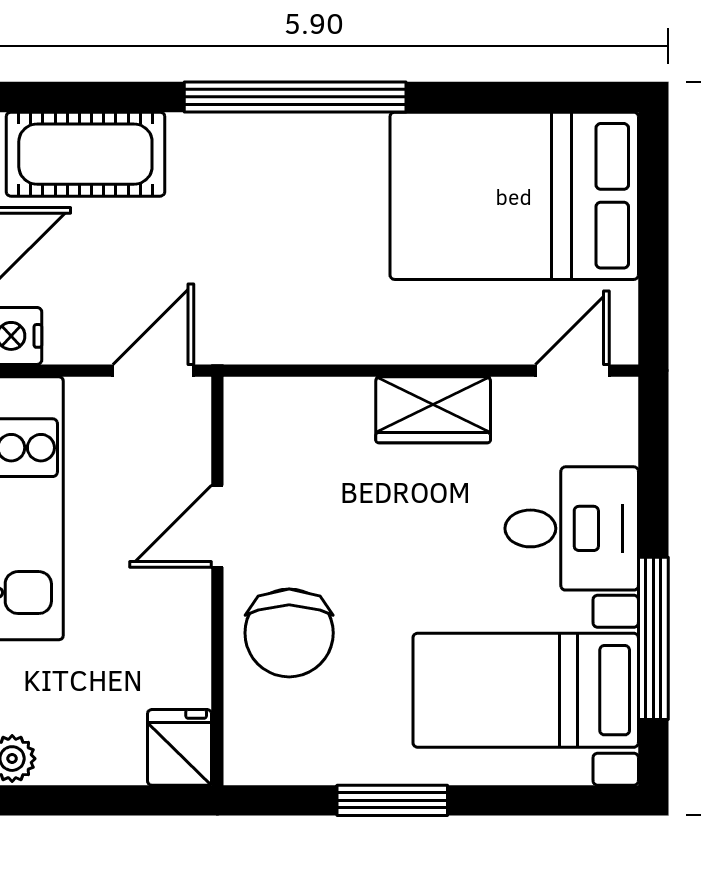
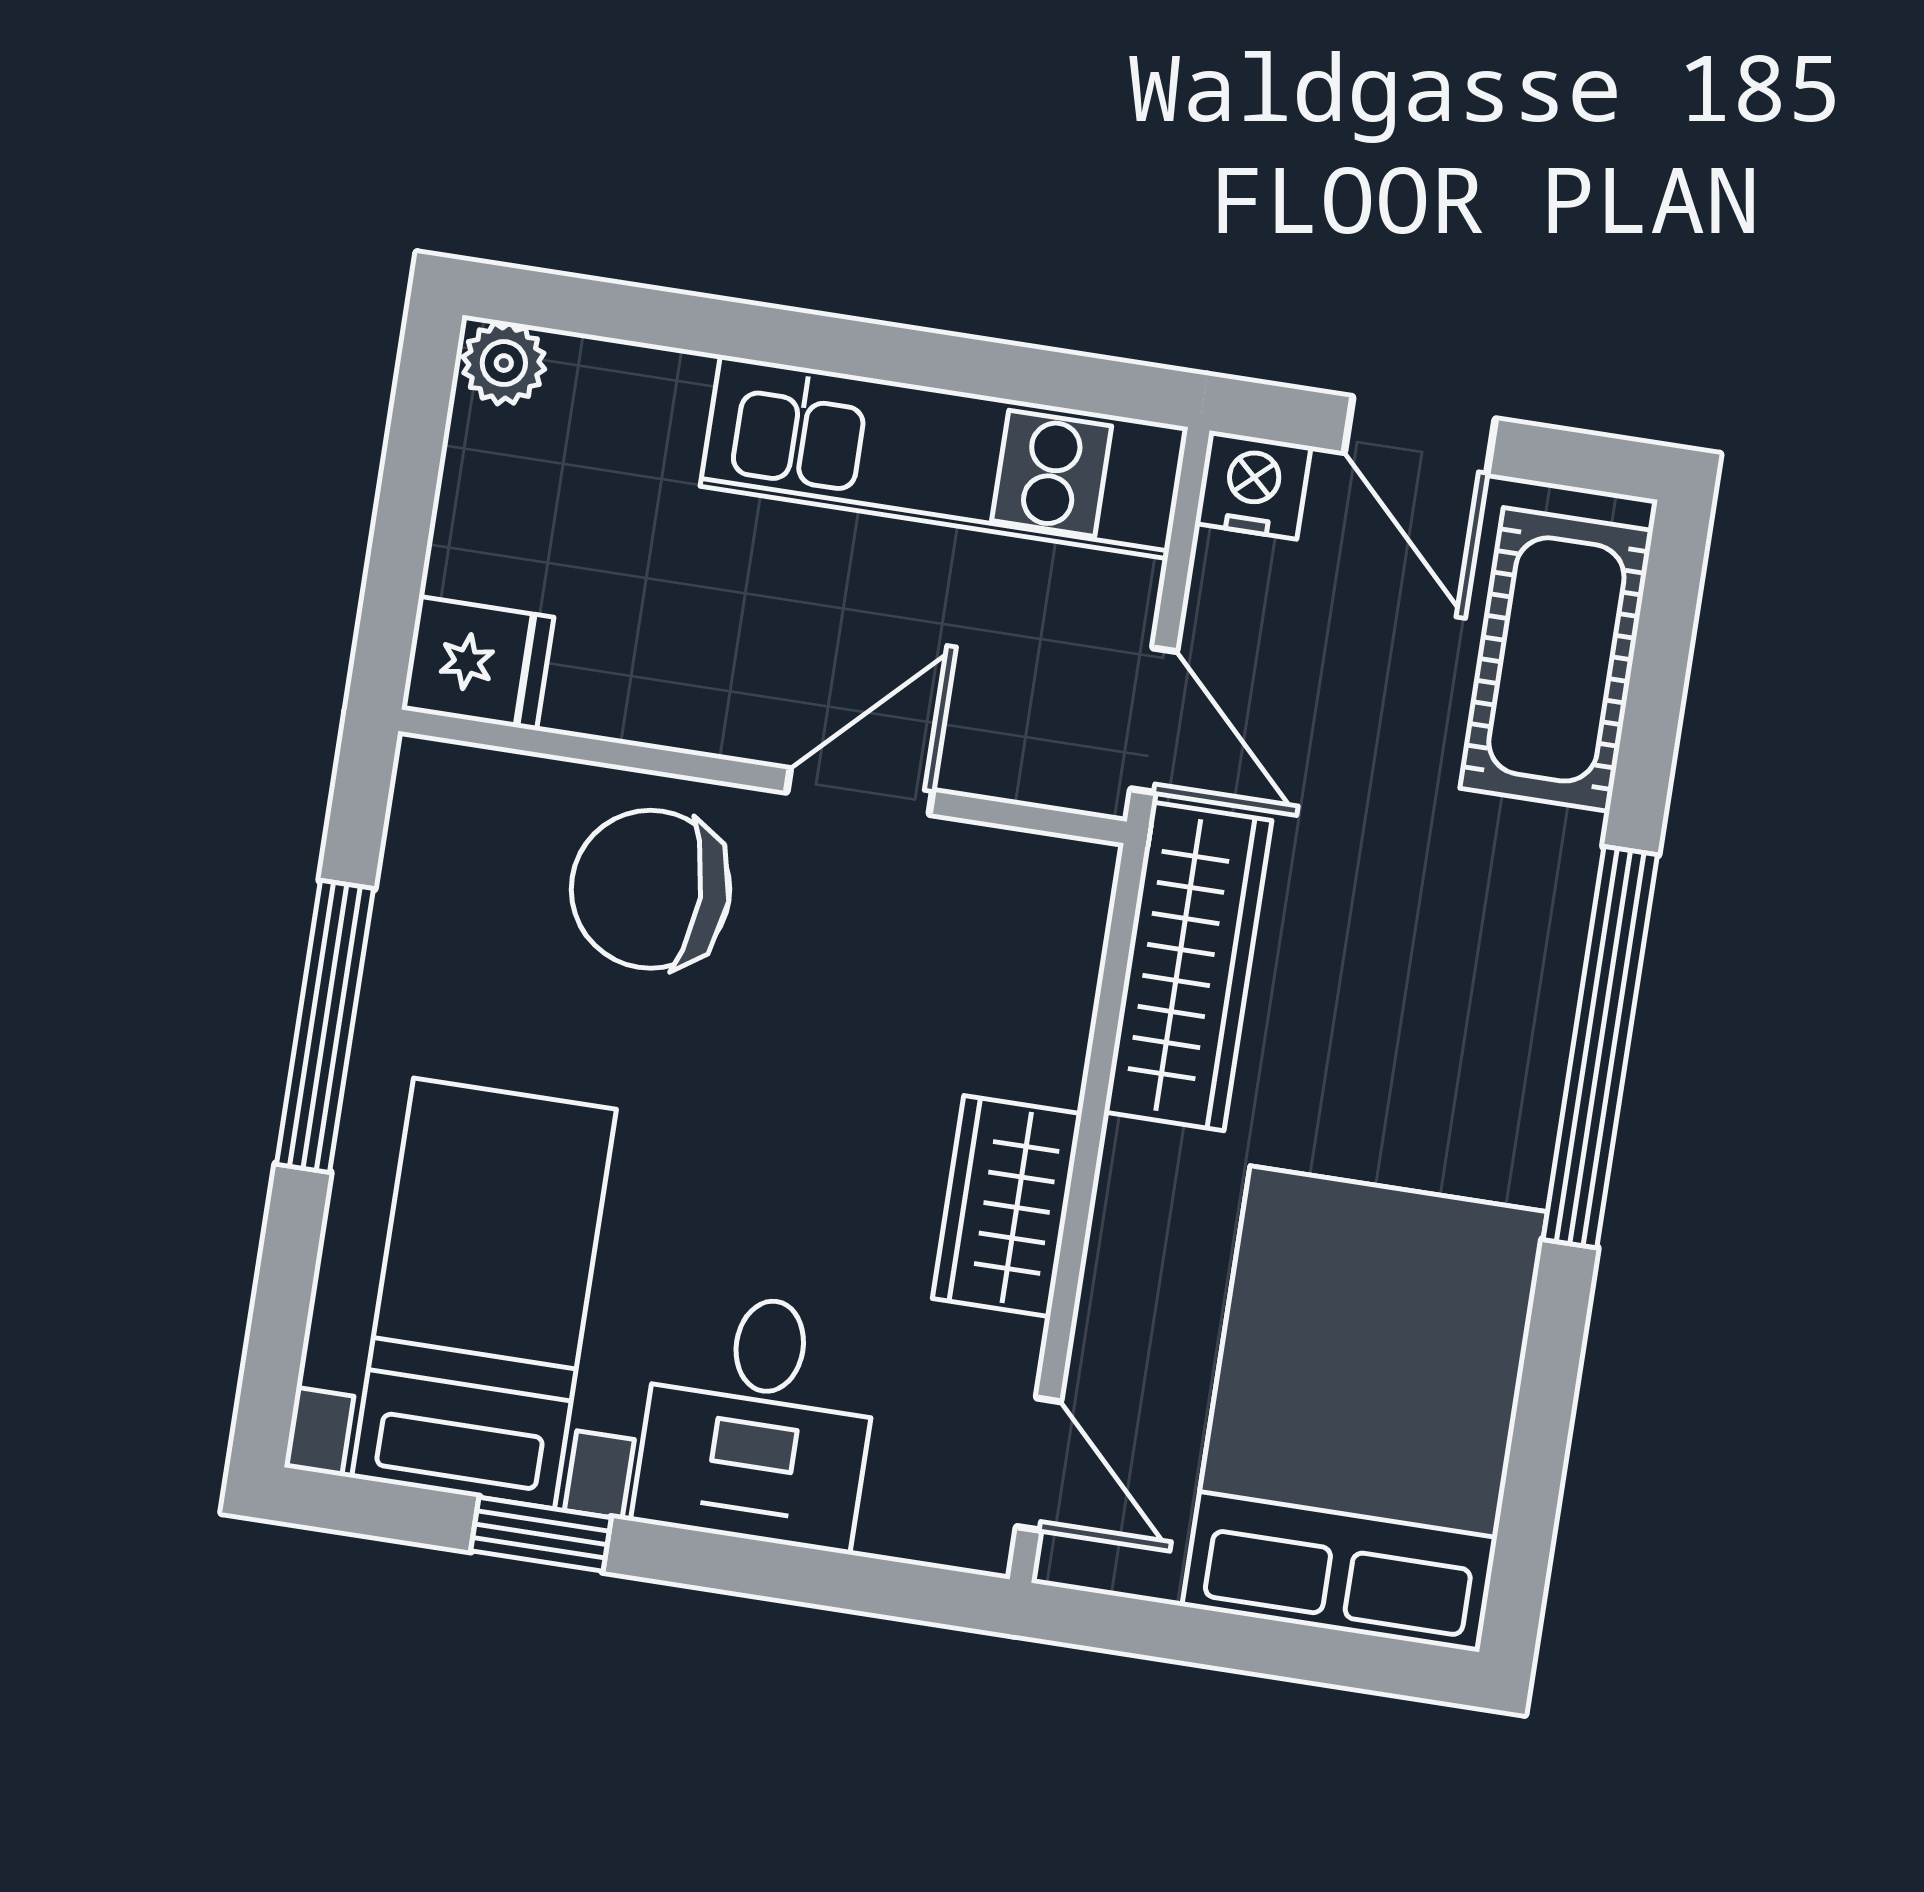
wardrobe: (286, 331) -> (1188, 966), added
door: (217, 526) -> (860, 791), hinge flipped
window: (653, 638) -> (541, 1534), width x0.46
window: (392, 800) -> (325, 1026), width x1.44

